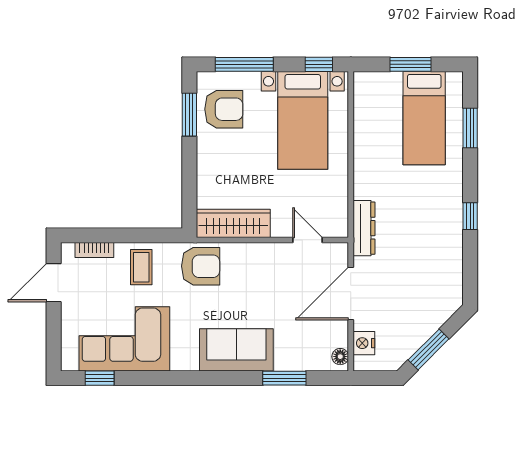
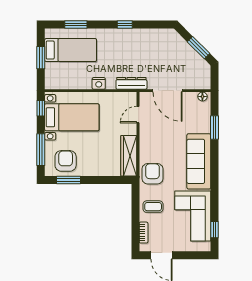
nightstand: (364, 343) -> (99, 83), moved
sofa: (236, 350) -> (199, 161), width x1.36

